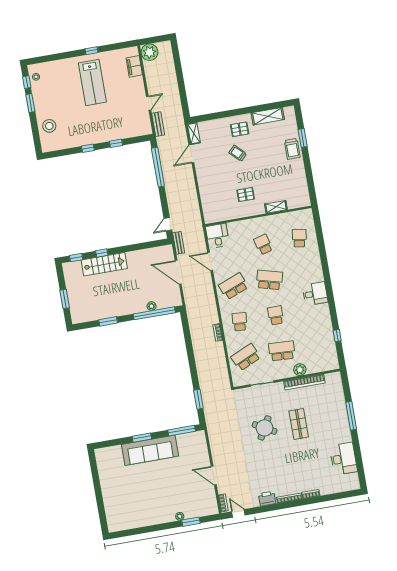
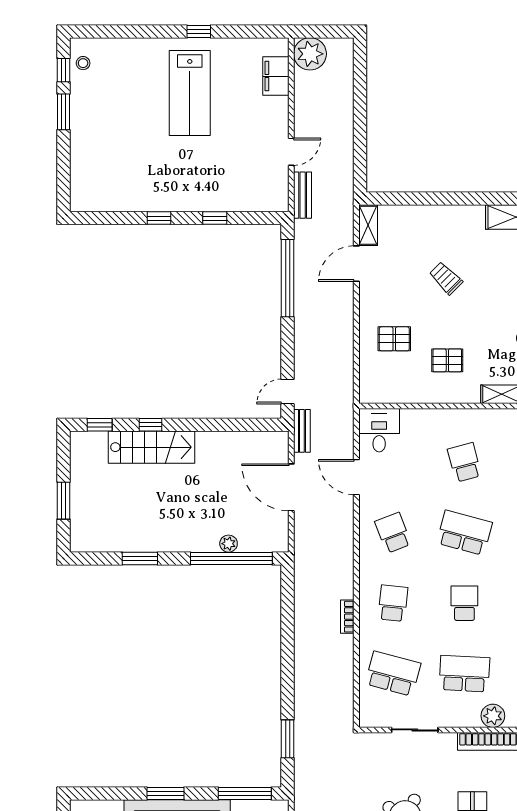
stool: (49, 126) -> (92, 162), removed
pallet: (240, 129) -> (394, 339), moved
school desk: (233, 286) -> (393, 533), width x0.54
school desk: (246, 357) -> (393, 674), turned 39

